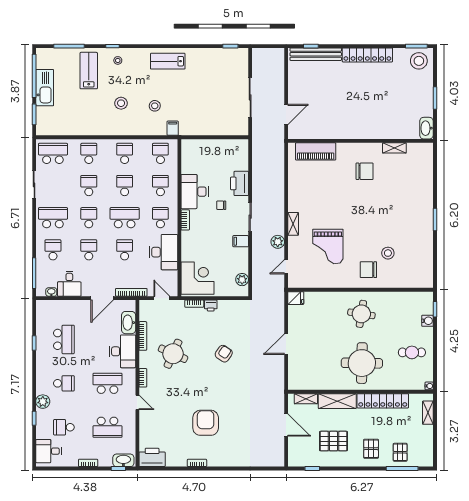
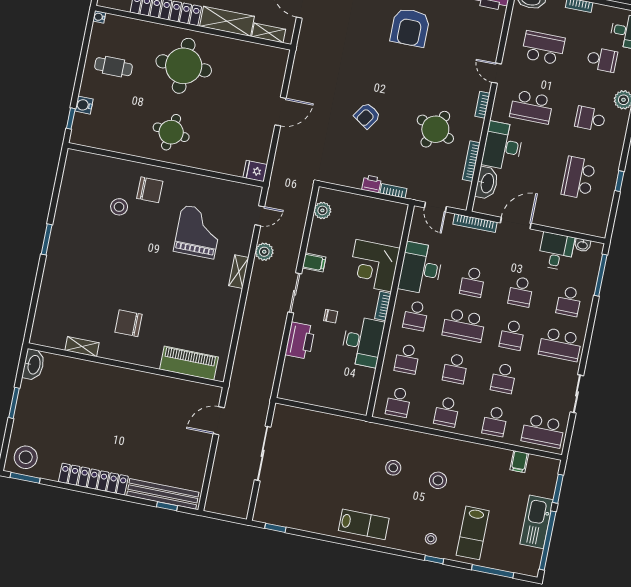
filing cabinet: (173, 128) -> (519, 462), moved
corner desk: (197, 278) -> (374, 266), moved

